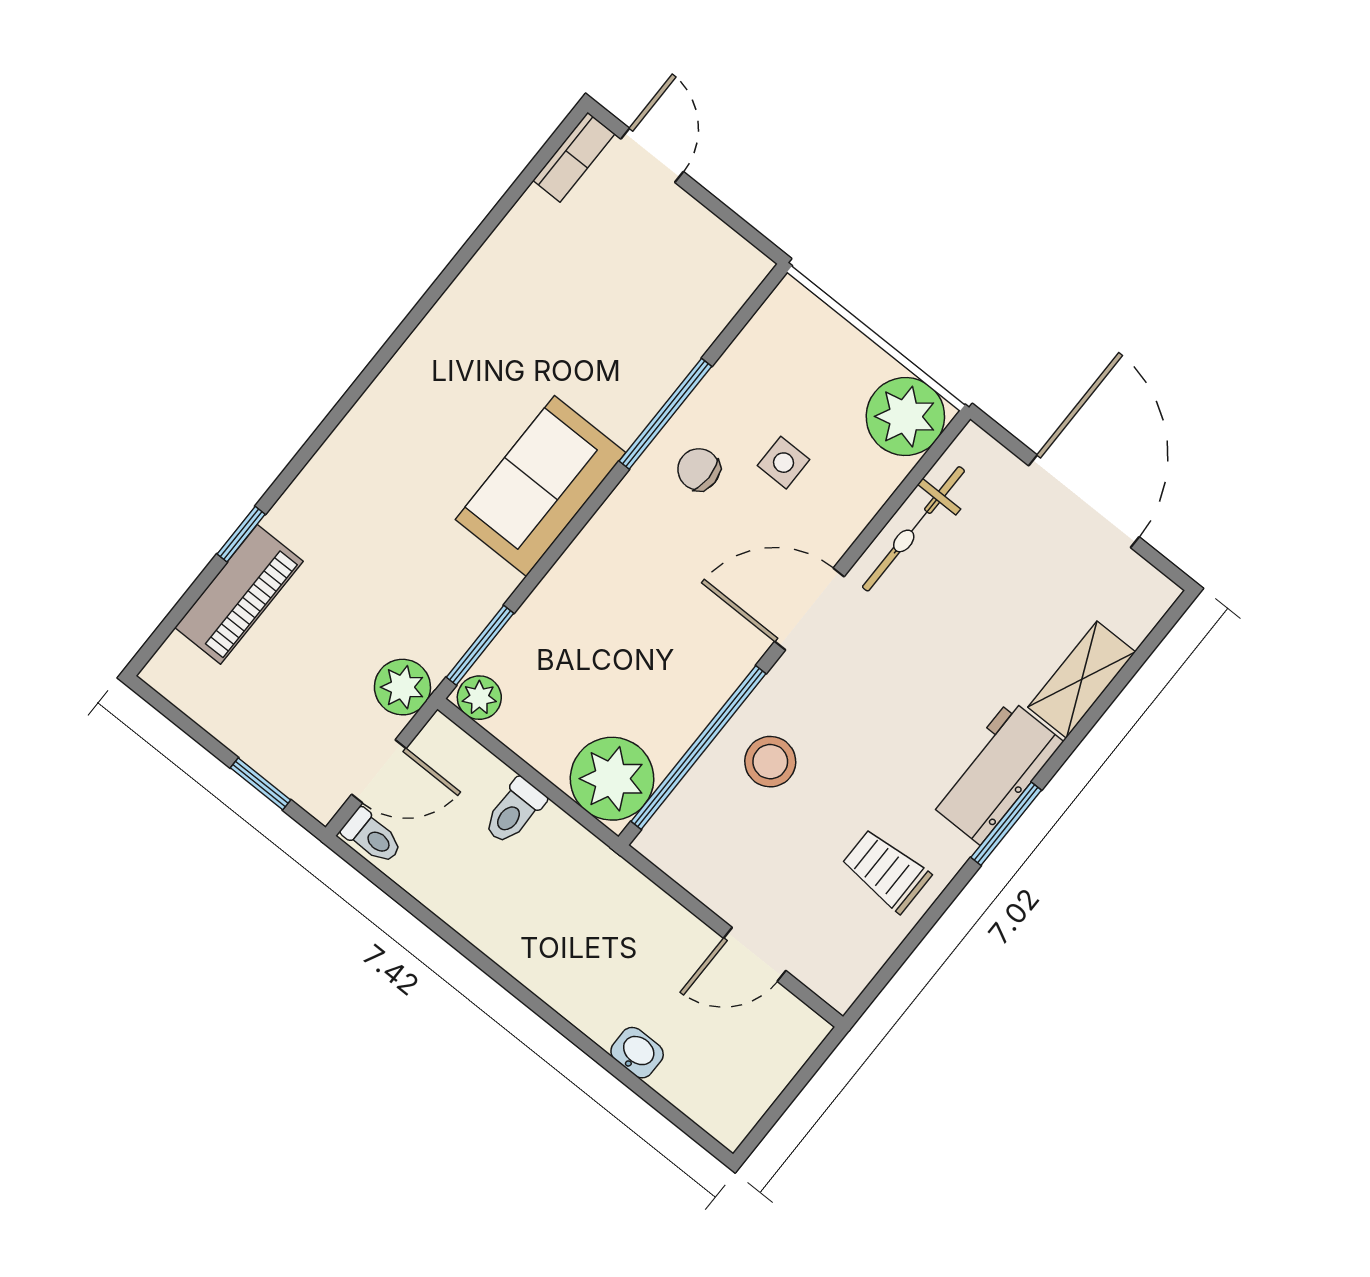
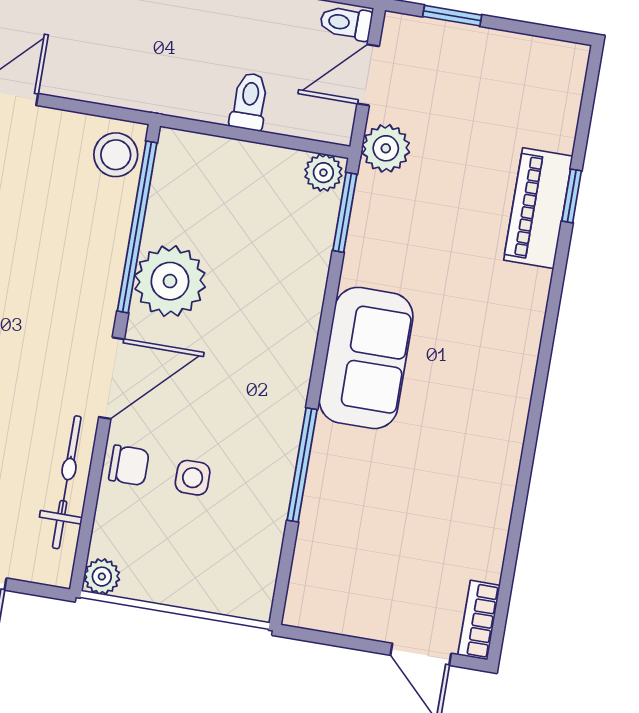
plant: (905, 417) -> (102, 577), width x0.53, depth x0.53
chair: (699, 469) -> (129, 465), moved
piano: (239, 594) -> (538, 208), moved
stool: (770, 762) -> (116, 155), moved
plant: (612, 779) -> (170, 281), moved

